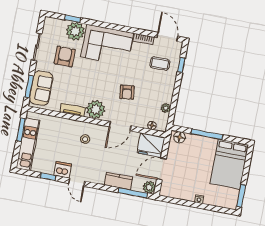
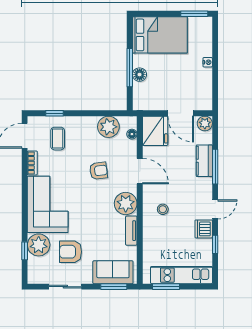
plant: (166, 108) -> (108, 127), width x1.88, depth x1.88
floor lamp: (179, 137) -> (140, 75), moved
window: (133, 193) -> (215, 167), moved

